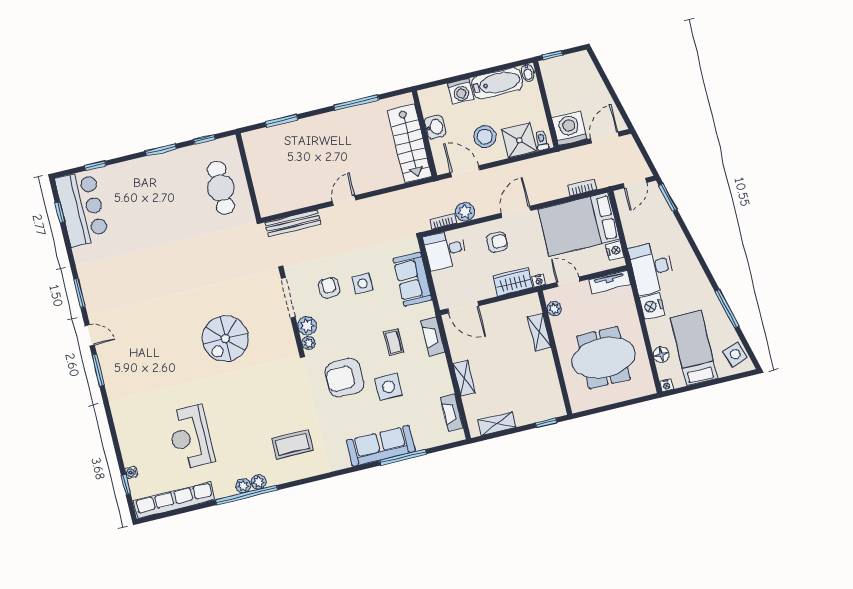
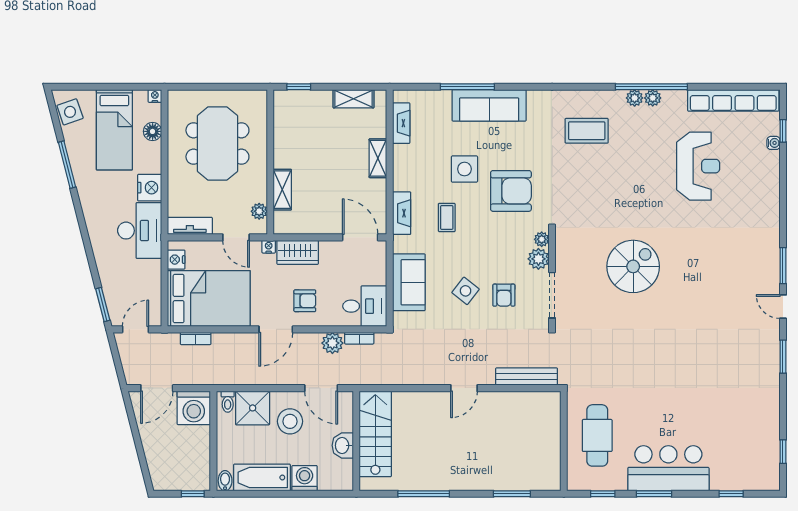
bar counter: (82, 208) -> (668, 468), moved, turned 90
armchair: (497, 242) -> (305, 301), turned 180
side table: (363, 283) -> (466, 291), turned 38
meeting table: (604, 358) -> (217, 144), turned 90

